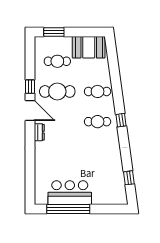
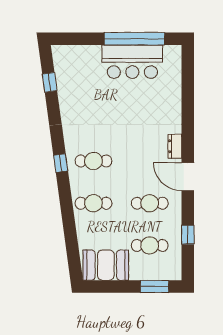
window: (30, 87) -> (188, 235), moved
cafe table: (57, 91) -> (150, 203), width x0.73, depth x0.74

